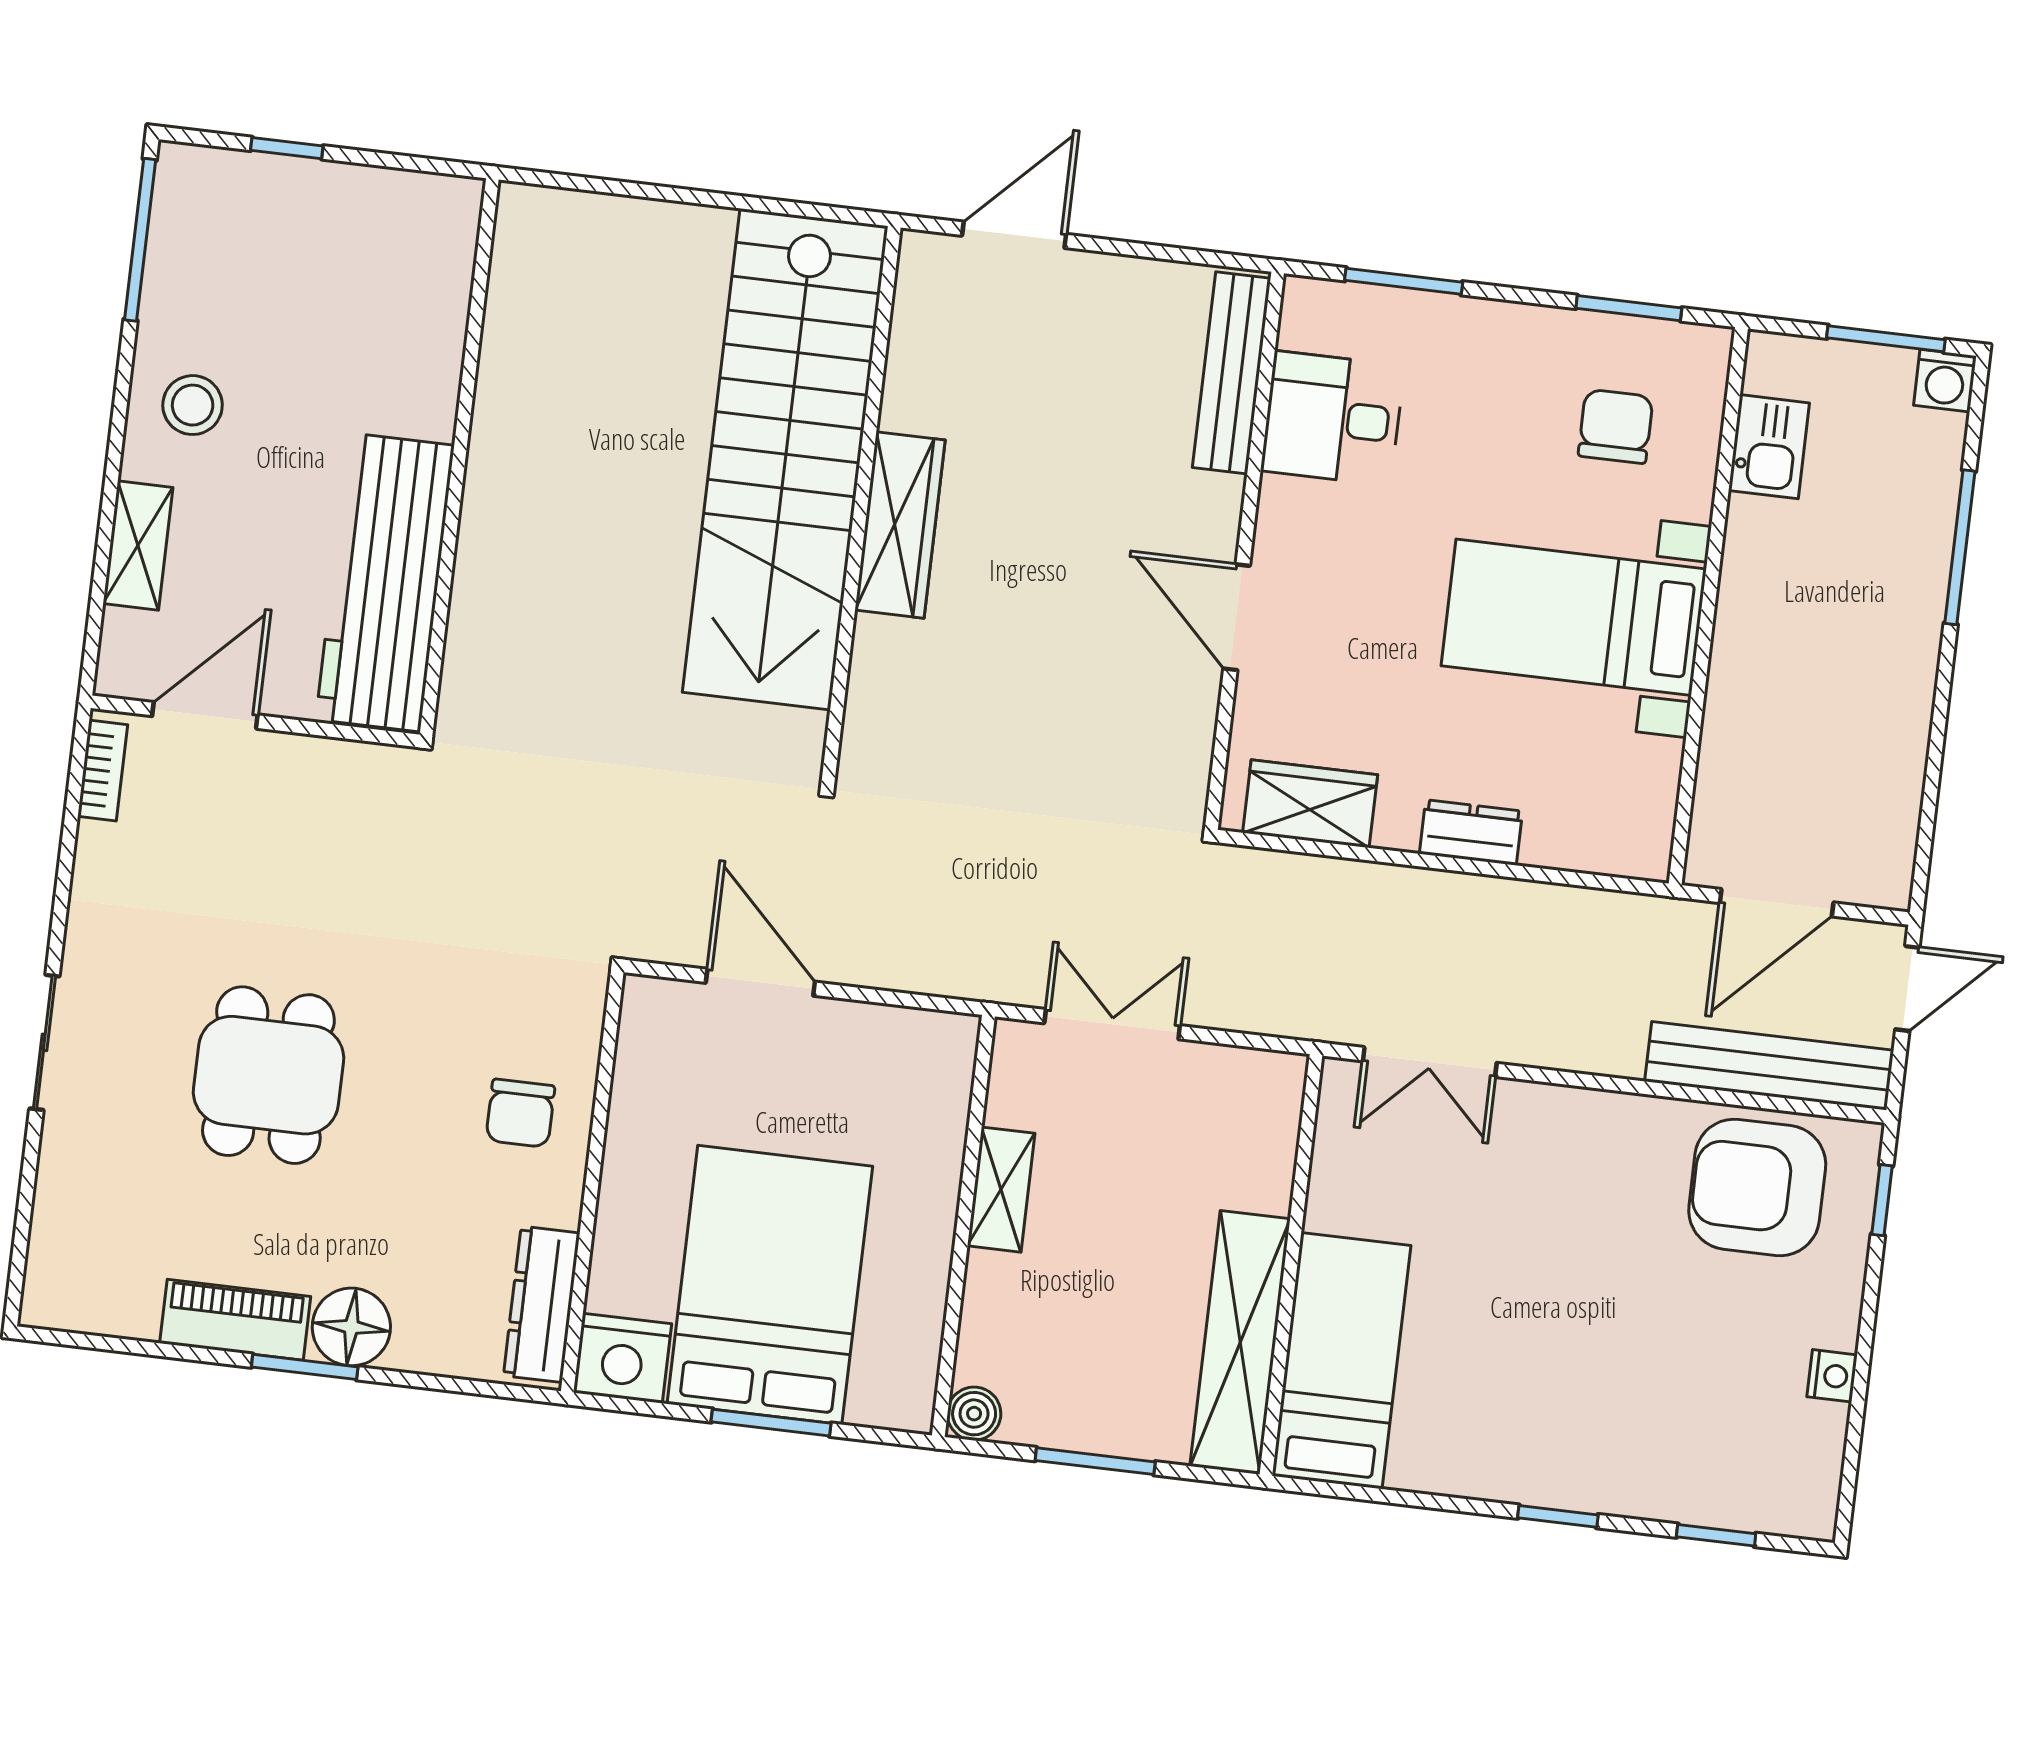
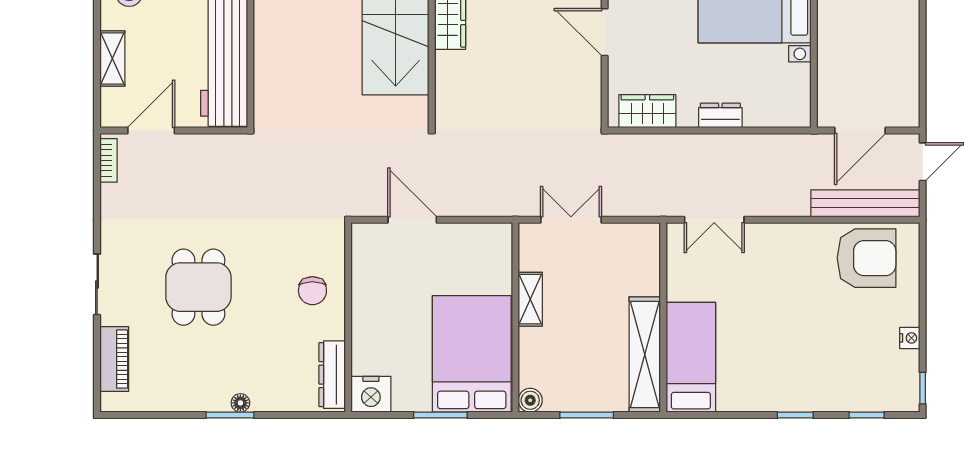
armchair: (1757, 1187) -> (867, 258), turned 180
window: (1882, 1200) -> (923, 388), moved
bed: (770, 1285) -> (472, 354), moved
piano: (235, 1320) -> (114, 359), moved, turned 90
floor lamp: (351, 1327) -> (240, 403), width x0.53, depth x0.53

